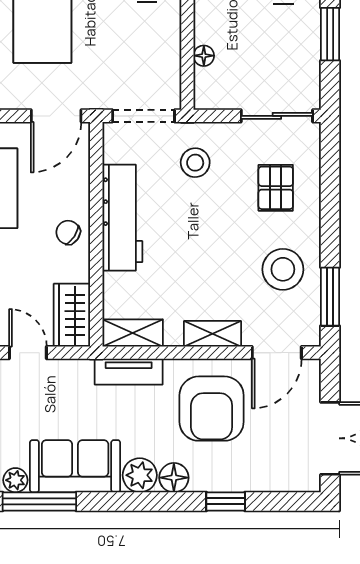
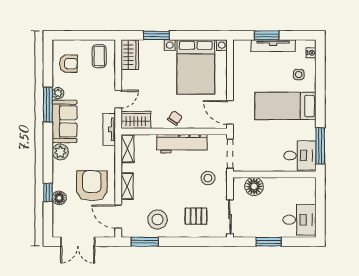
floor lamp: (204, 56) -> (254, 186), width x1.89, depth x1.89
tv unit: (129, 372) -> (109, 129), moved
armchair: (212, 409) -> (92, 186), turned 90
floor lamp: (174, 478) -> (59, 198), moved

